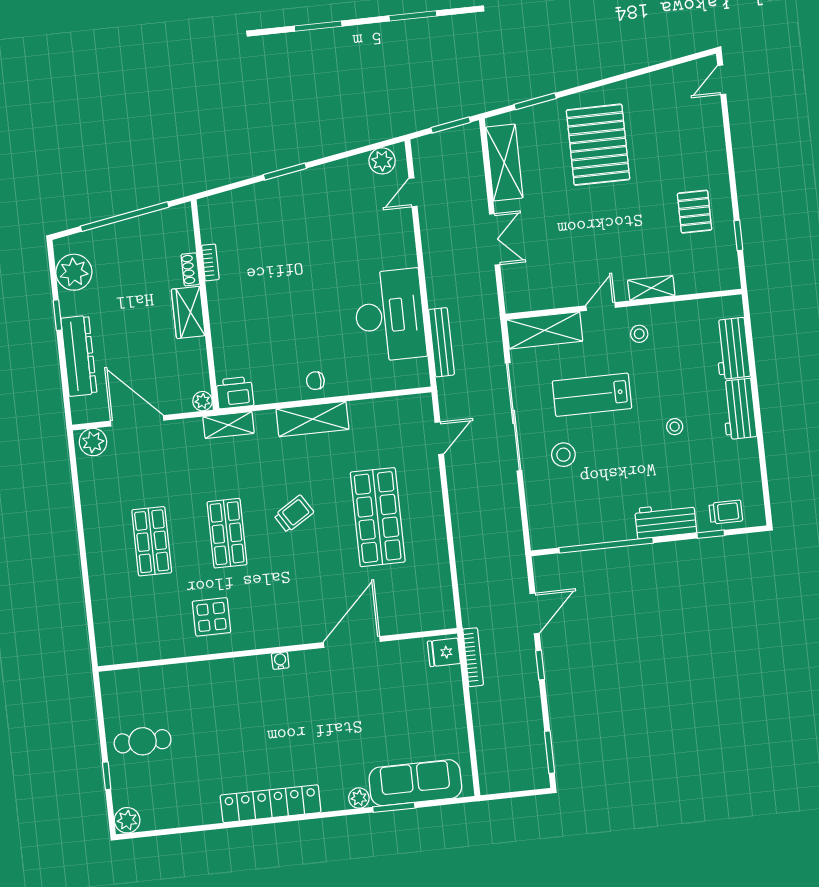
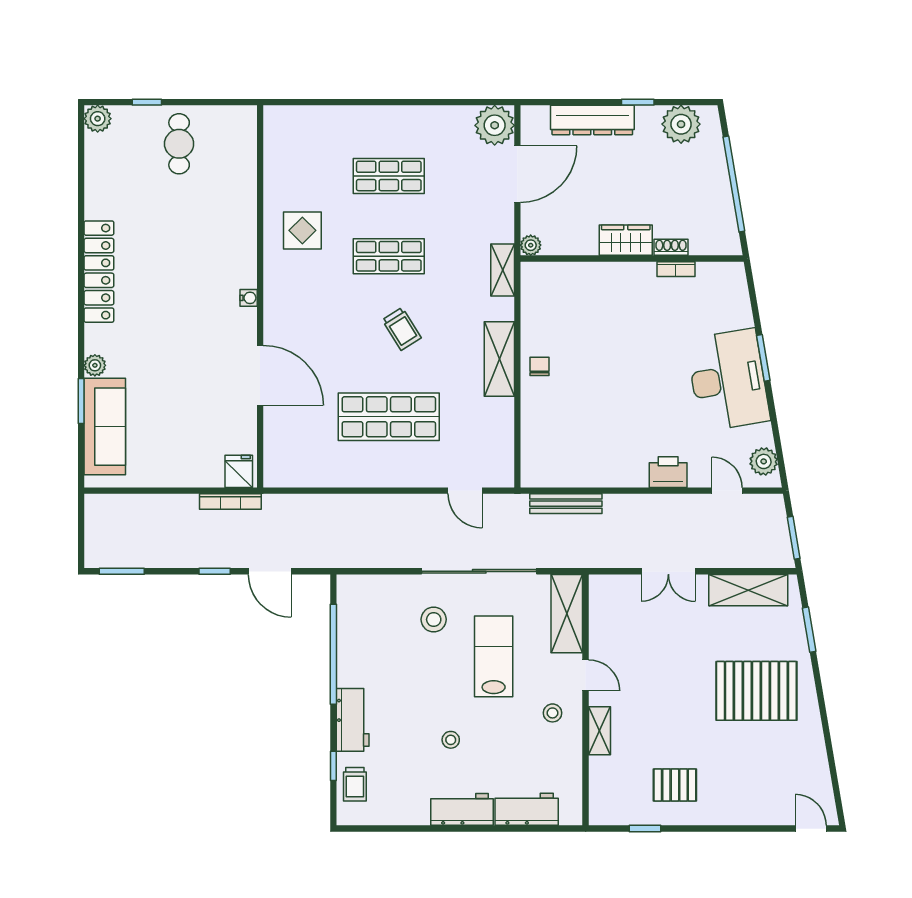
desk: (390, 315) -> (728, 380), moved, turned -100
printer: (235, 393) -> (668, 472), moved, turned -90
plant: (93, 442) -> (495, 125), width x1.36, depth x1.36

